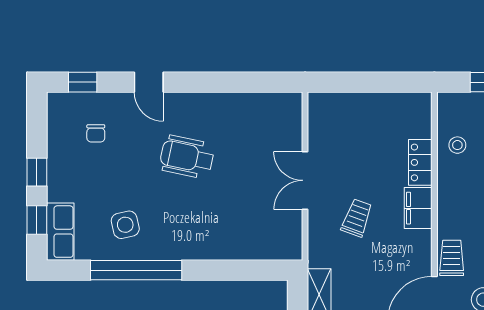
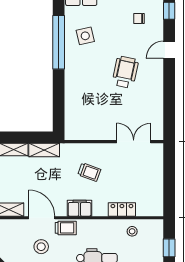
double door: (305, 180) -> (134, 142), moved
filing cabinet: (418, 208) -> (80, 208), moved

